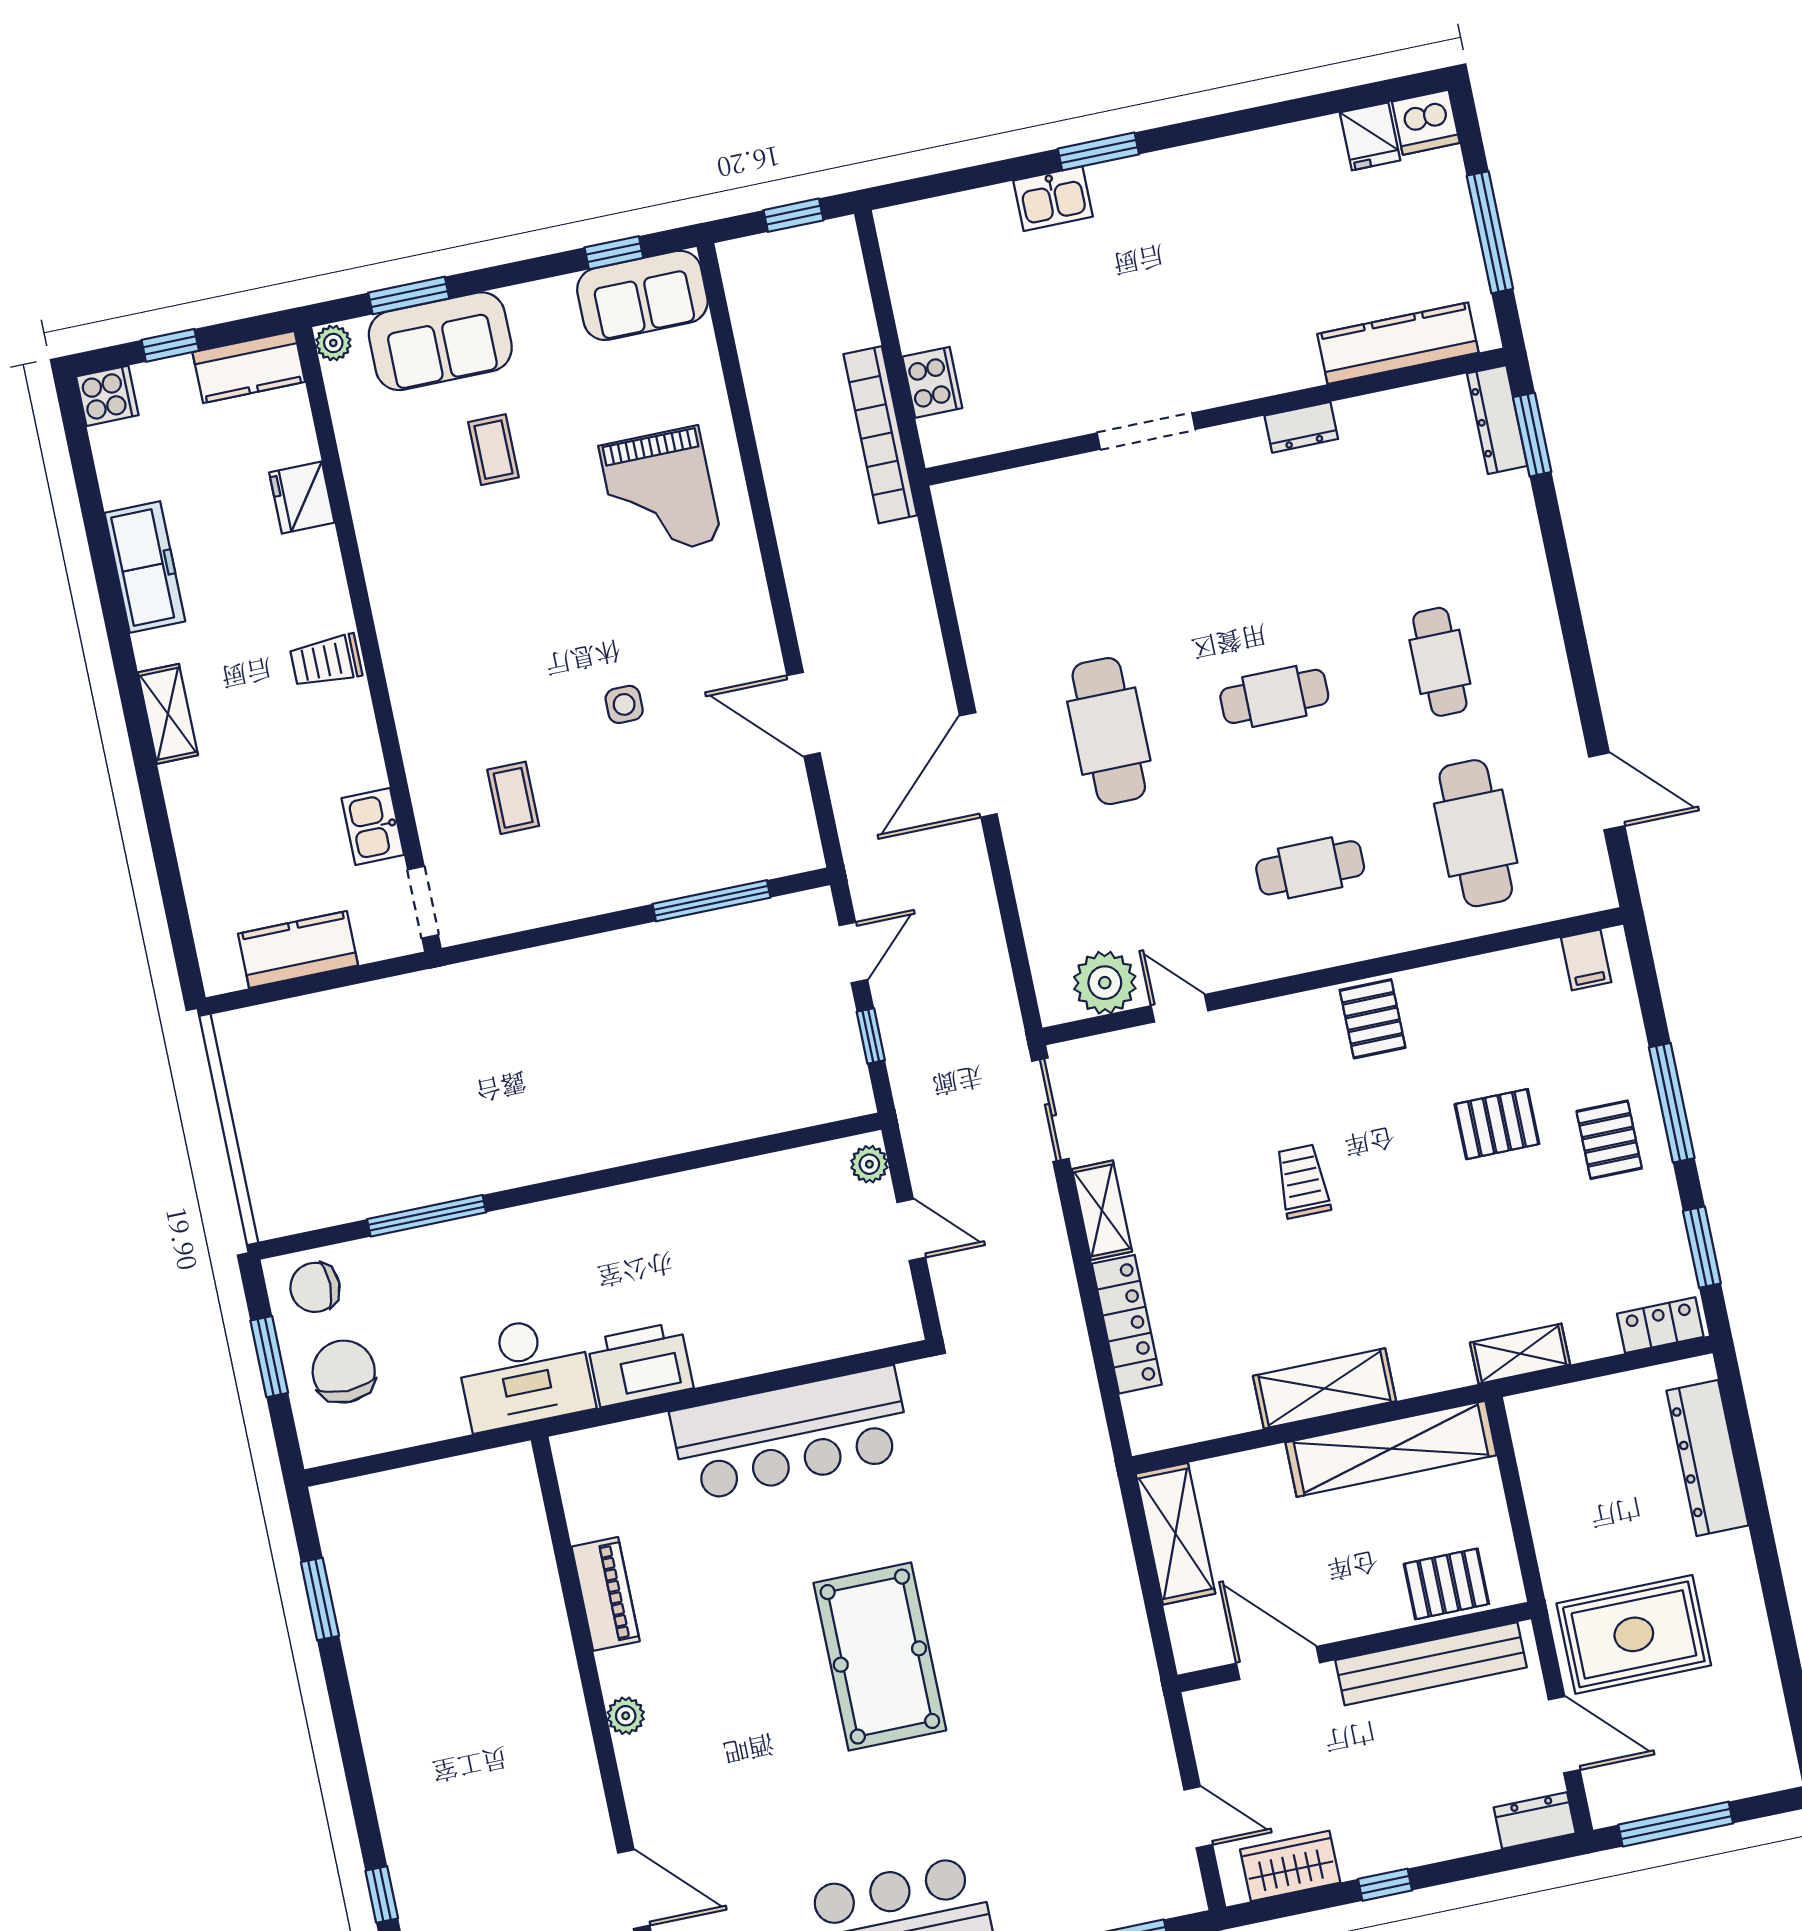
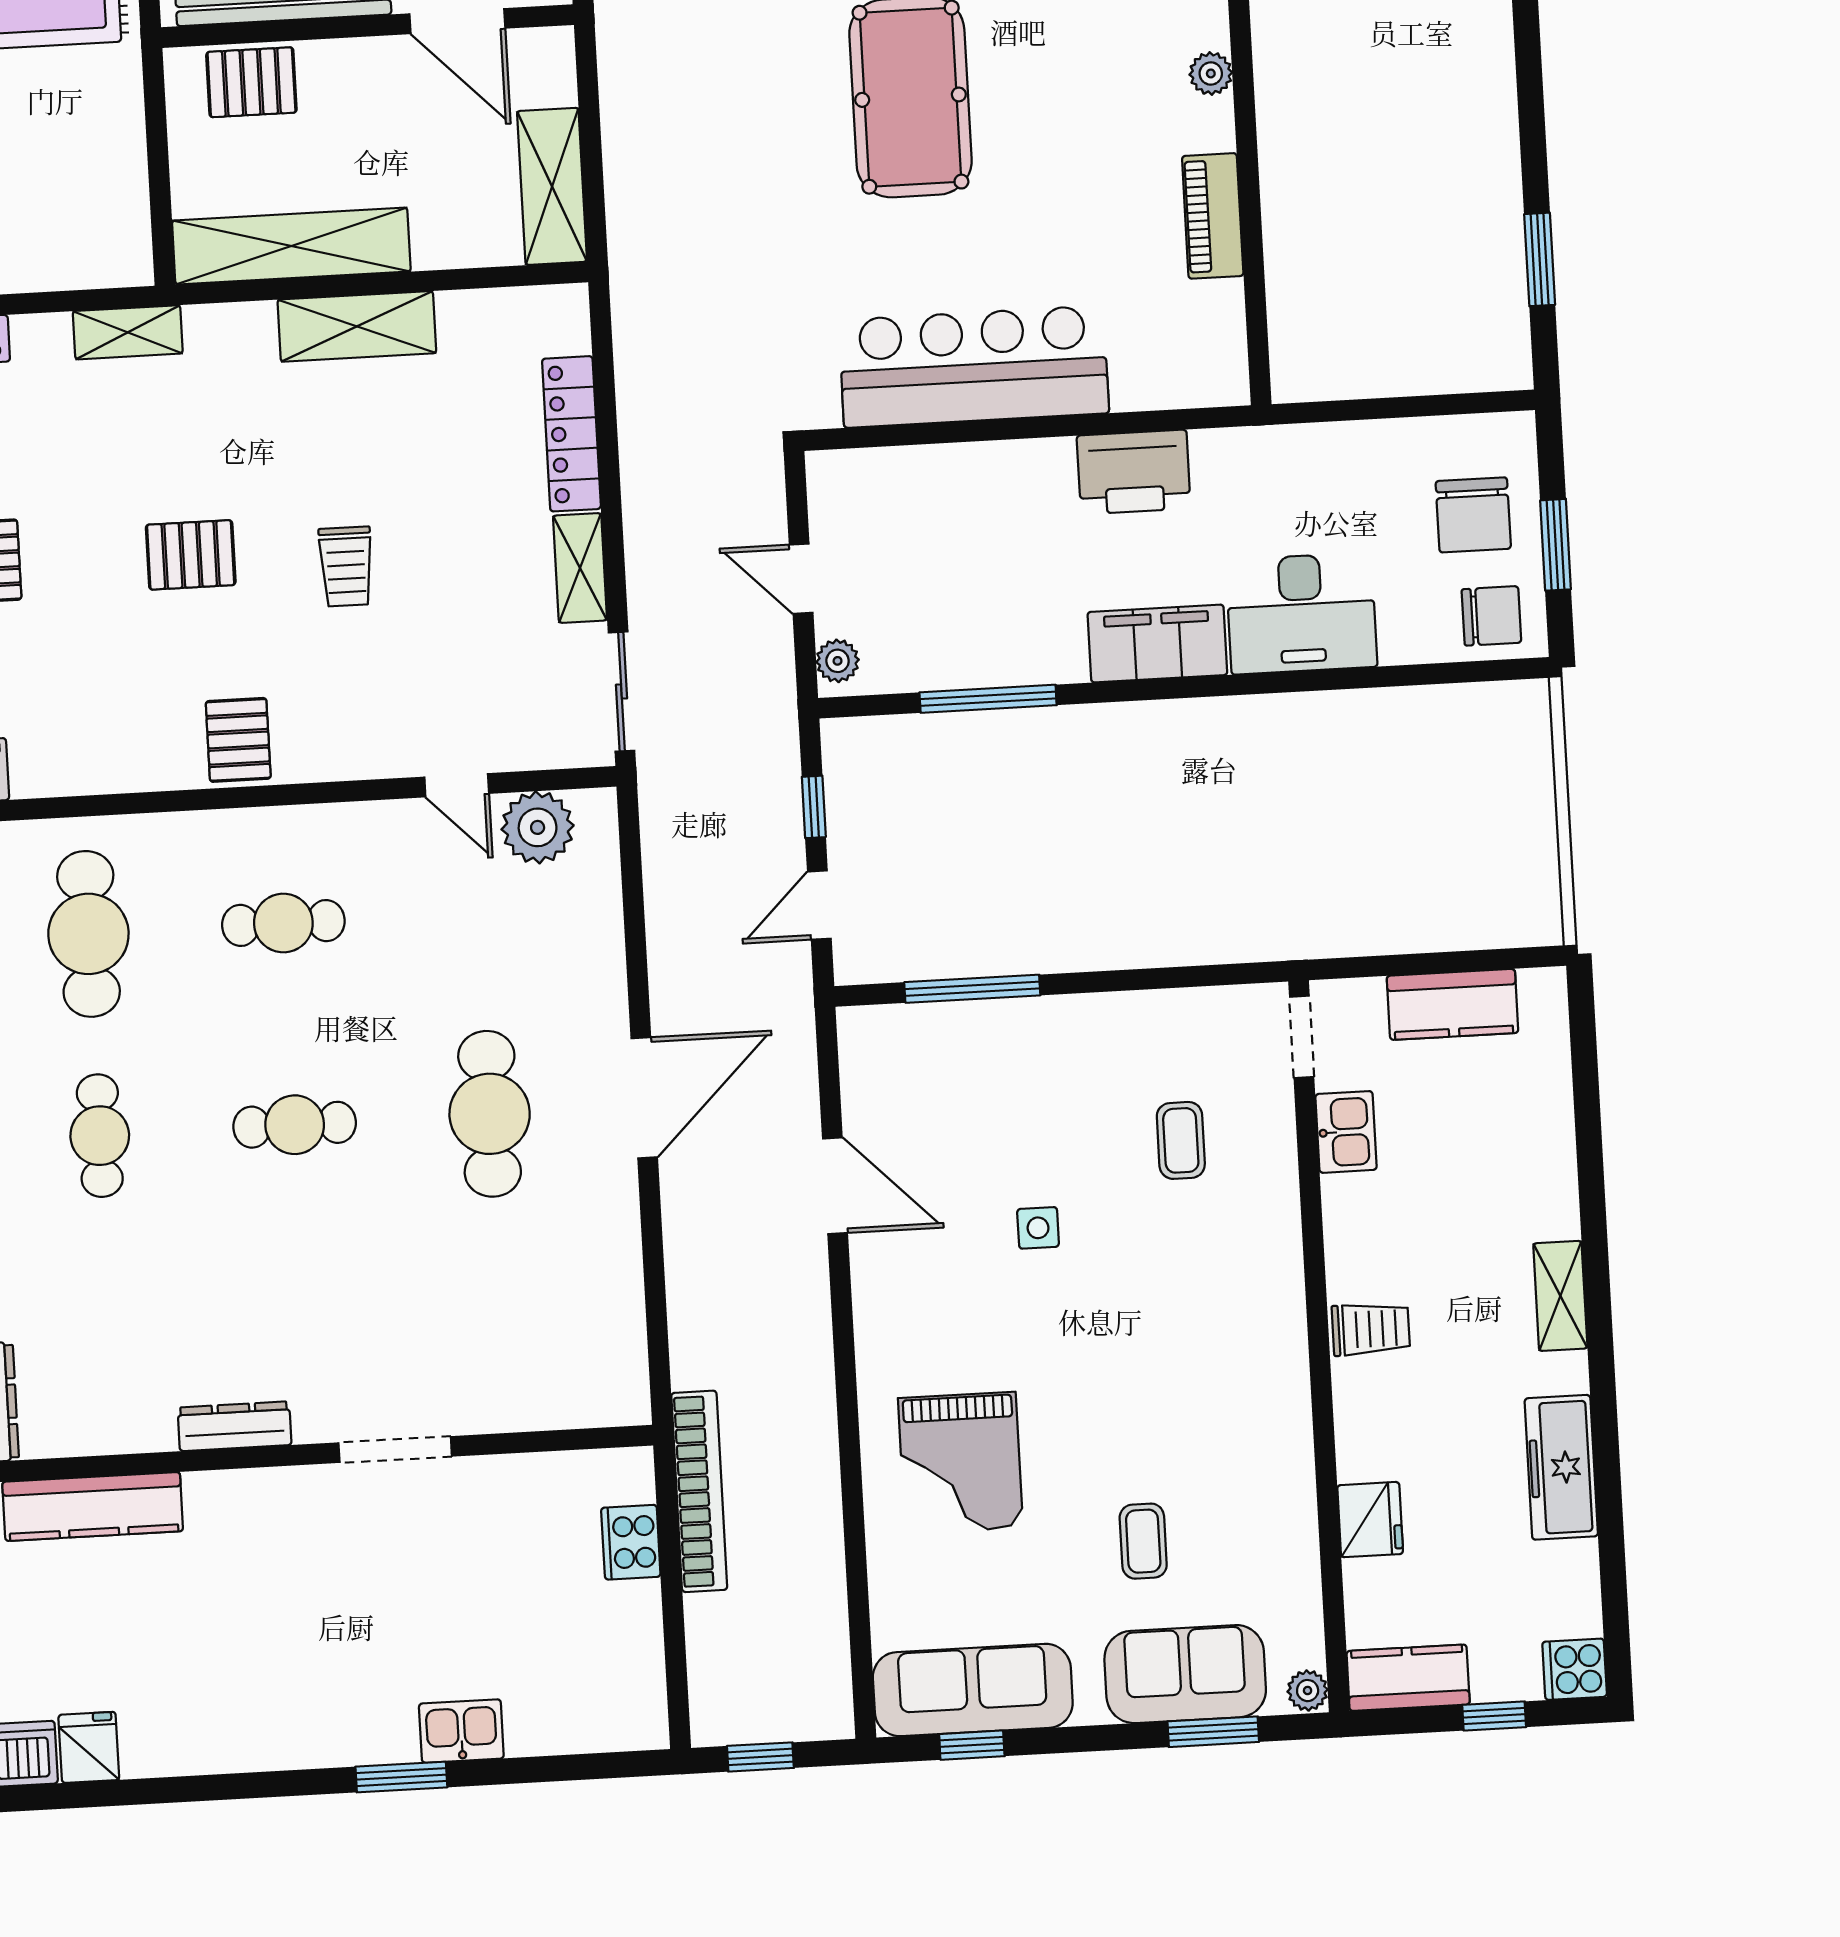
sofa: (642, 295) -> (973, 1690), width x1.36
dresser: (1301, 427) -> (234, 1426), width x1.44
grand piano: (660, 493) -> (960, 1463), turned 180
pallet: (1497, 1124) -> (191, 555), moved
window: (427, 1216) -> (988, 699), moved
filing cabinet: (598, 1220) -> (1157, 644), added
desk: (525, 1373) -> (1301, 613), moved, turned 180

